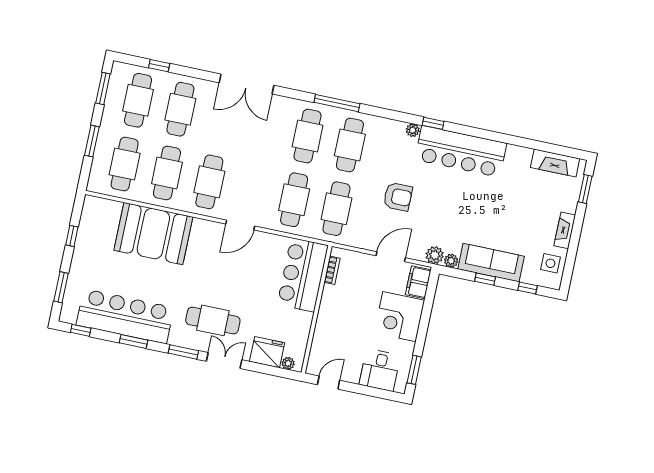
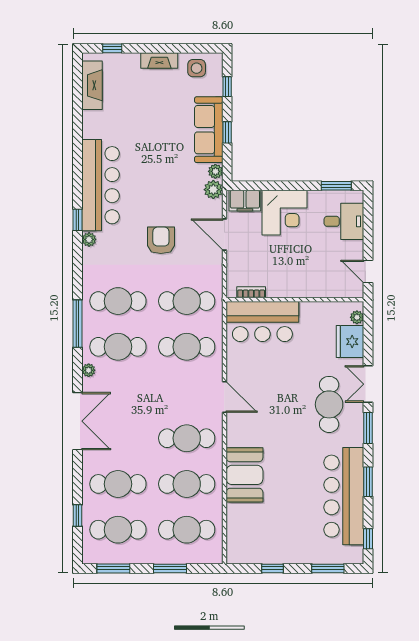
plant: (292, 104) -> (89, 370), added
window: (585, 189) -> (112, 48), width x0.67
booth: (153, 234) -> (244, 475), width x0.73, depth x0.70

